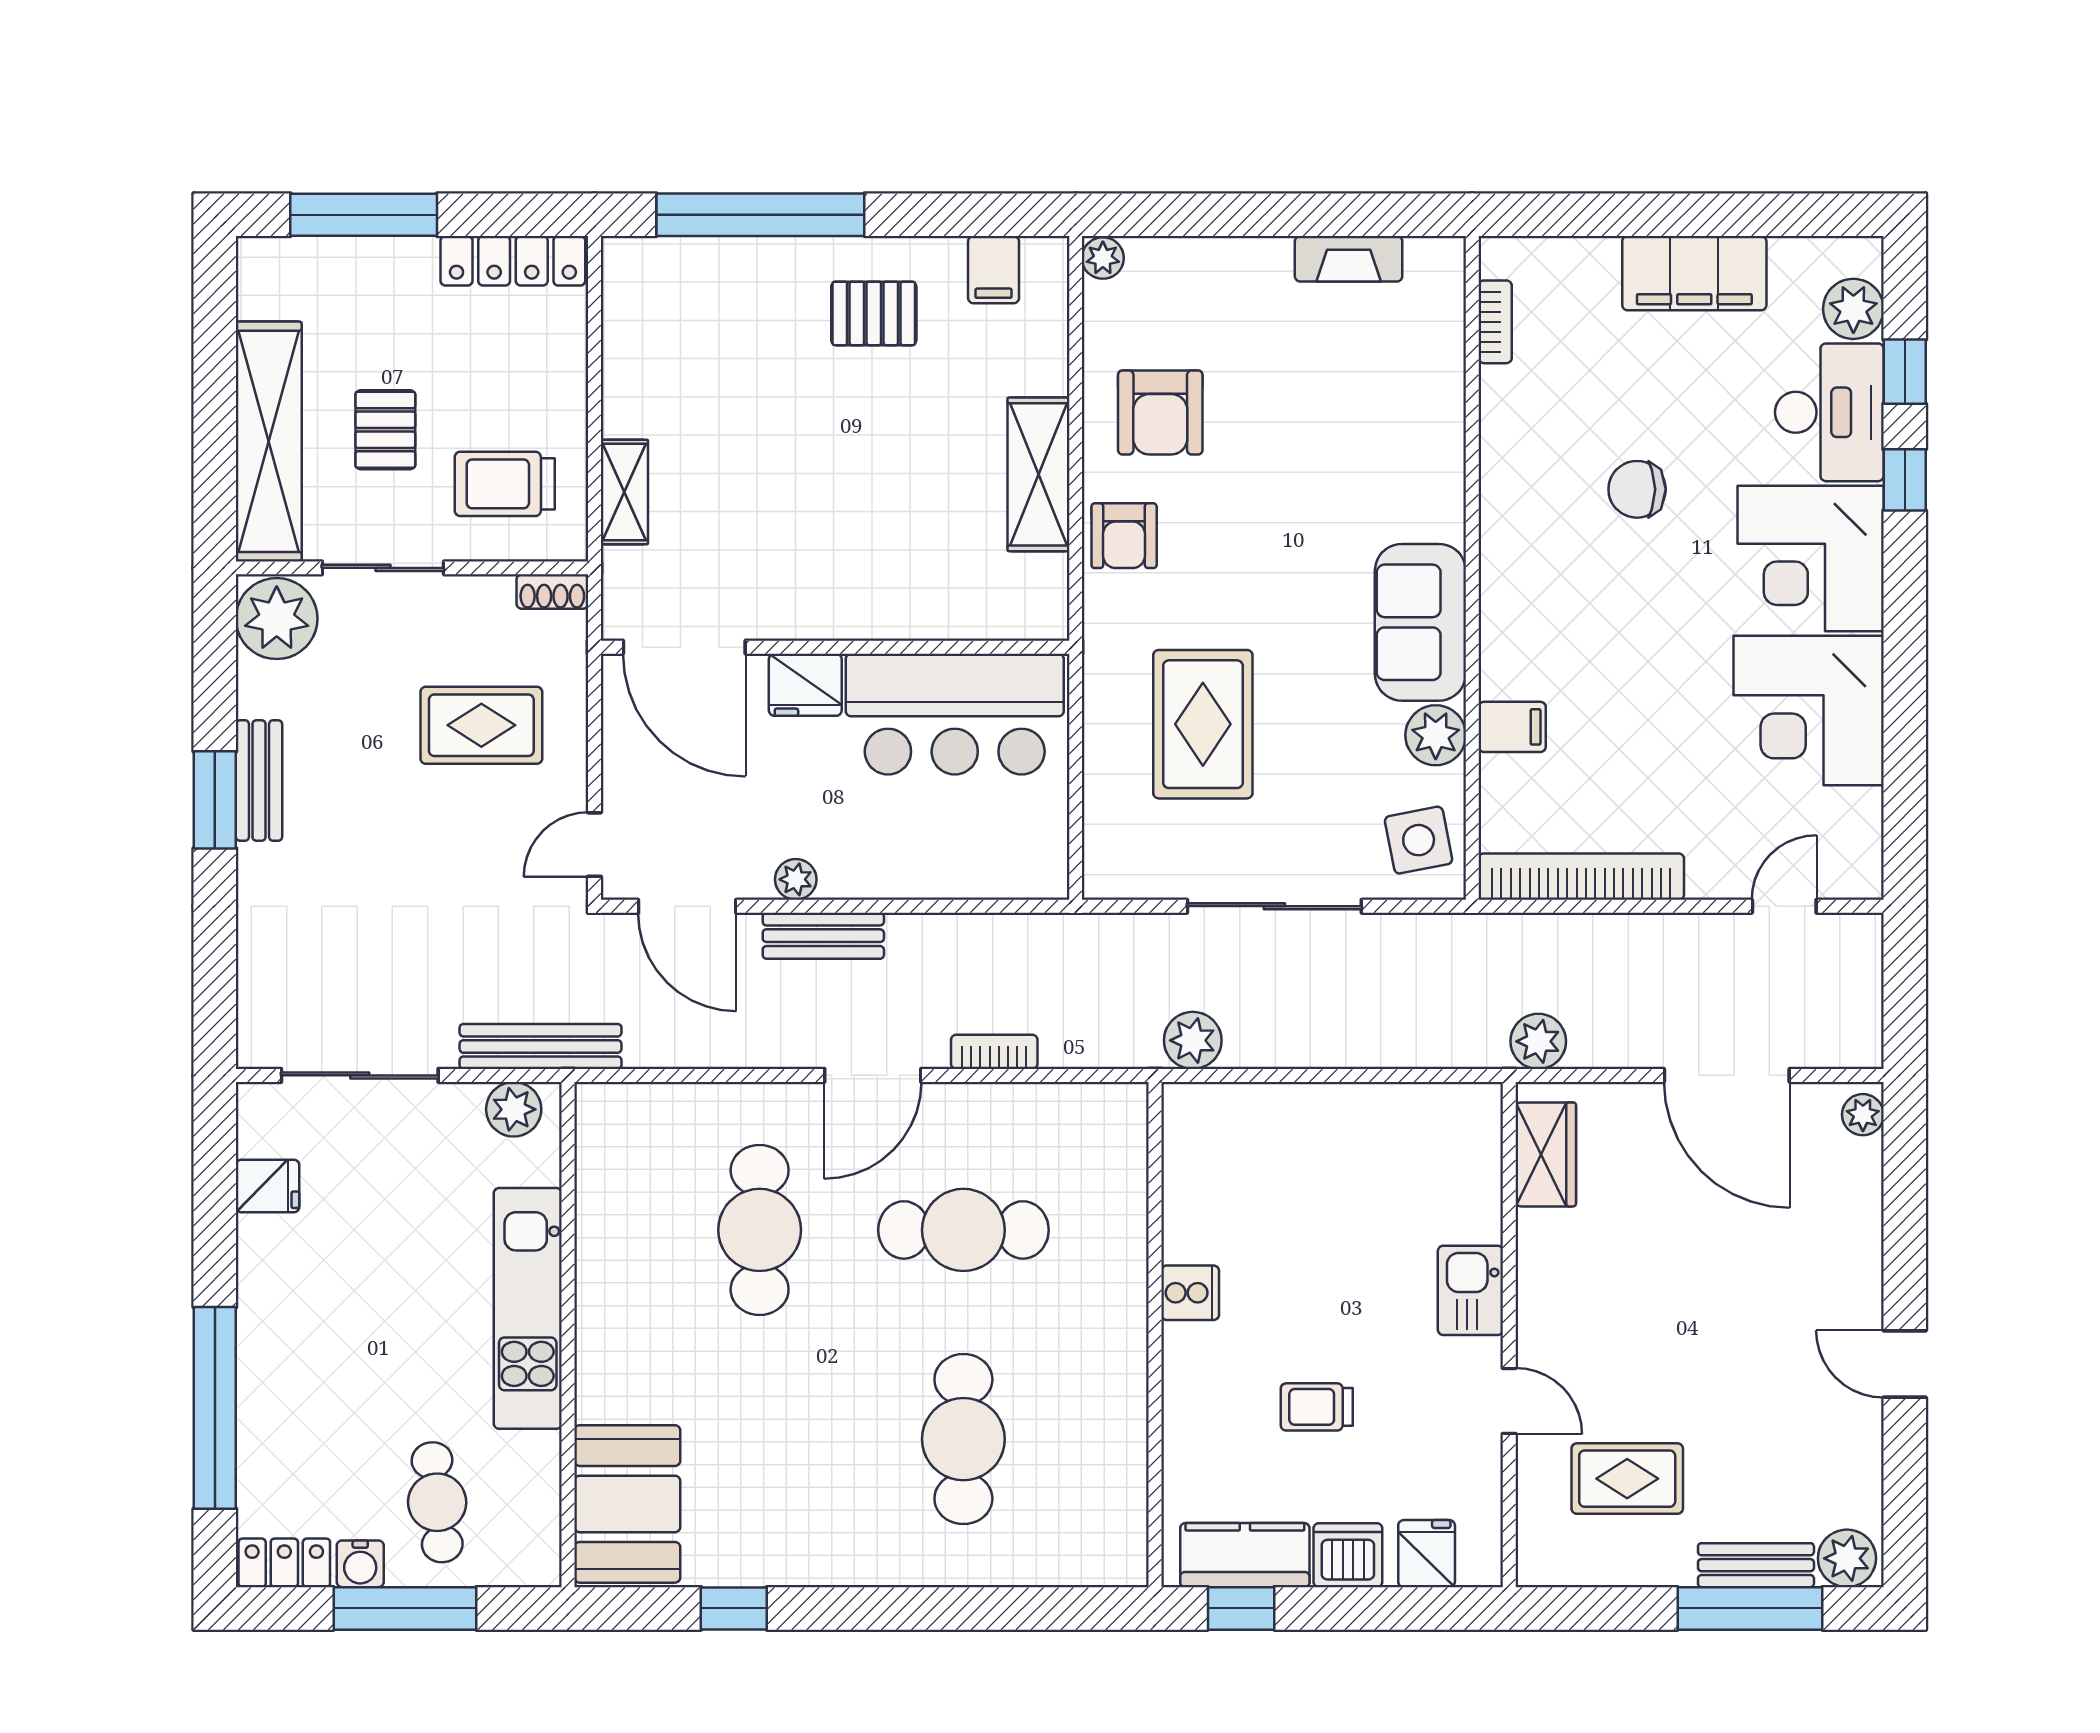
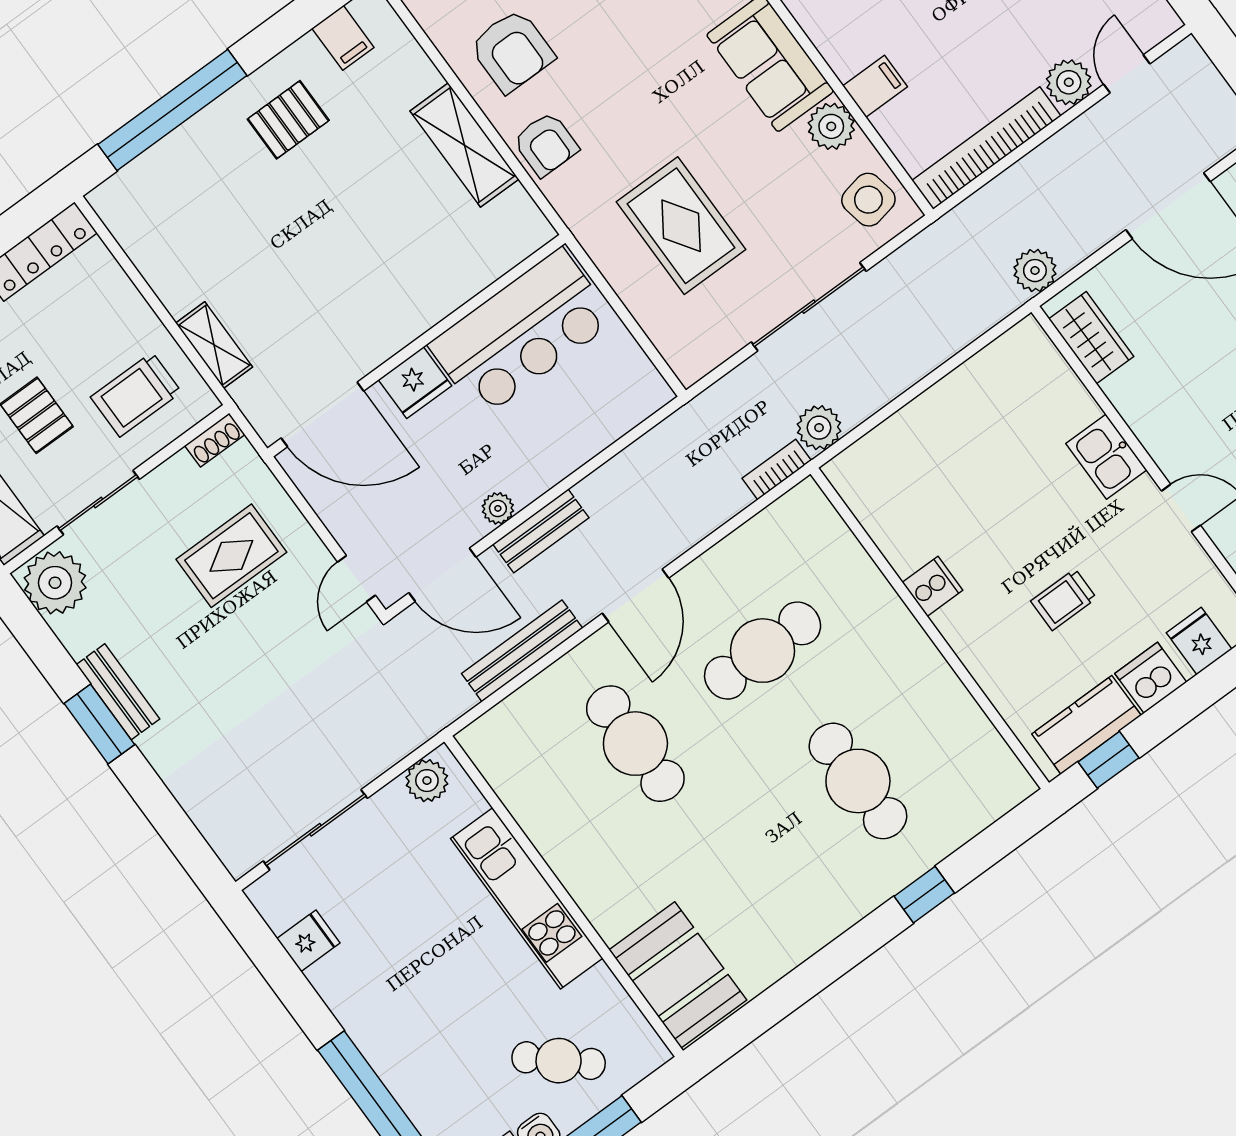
plant: (1717, 871) -> (1069, 82), added
bench: (541, 1046) -> (522, 651), moved
bookcase: (994, 1052) -> (777, 469), moved
cafe table: (437, 1502) -> (559, 1061), turned -41
window: (734, 1608) -> (924, 895), moved

